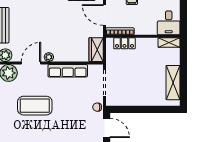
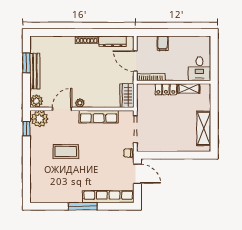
locker: (124, 43) -> (166, 89), moved
shelving: (169, 43) -> (189, 88), moved
coffee table: (35, 106) -> (66, 151), width x0.73, depth x0.76

